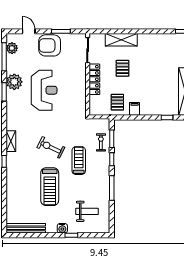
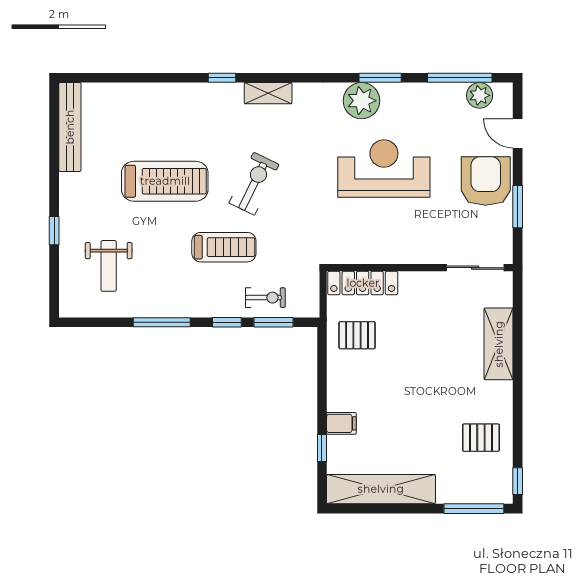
door: (29, 31) -> (518, 133), swing flipped
pallet: (123, 68) -> (481, 438), moved
locker: (94, 79) -> (363, 283), moved
plant: (14, 82) -> (362, 101), moved
reception desk: (44, 90) -> (384, 169), turned 180
filing cabinet: (135, 109) -> (341, 423), moved
treadmill: (50, 187) -> (165, 181), turned 180
water cooler: (62, 228) -> (70, 210), removed

